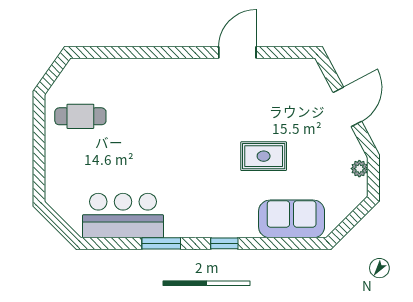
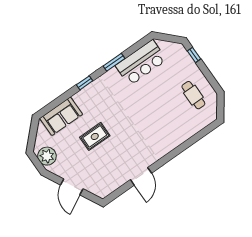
cafe table: (80, 116) -> (193, 95), turned 90
plant: (359, 169) -> (47, 156), width x1.88, depth x1.88
window: (39, 173) -> (194, 55), added

